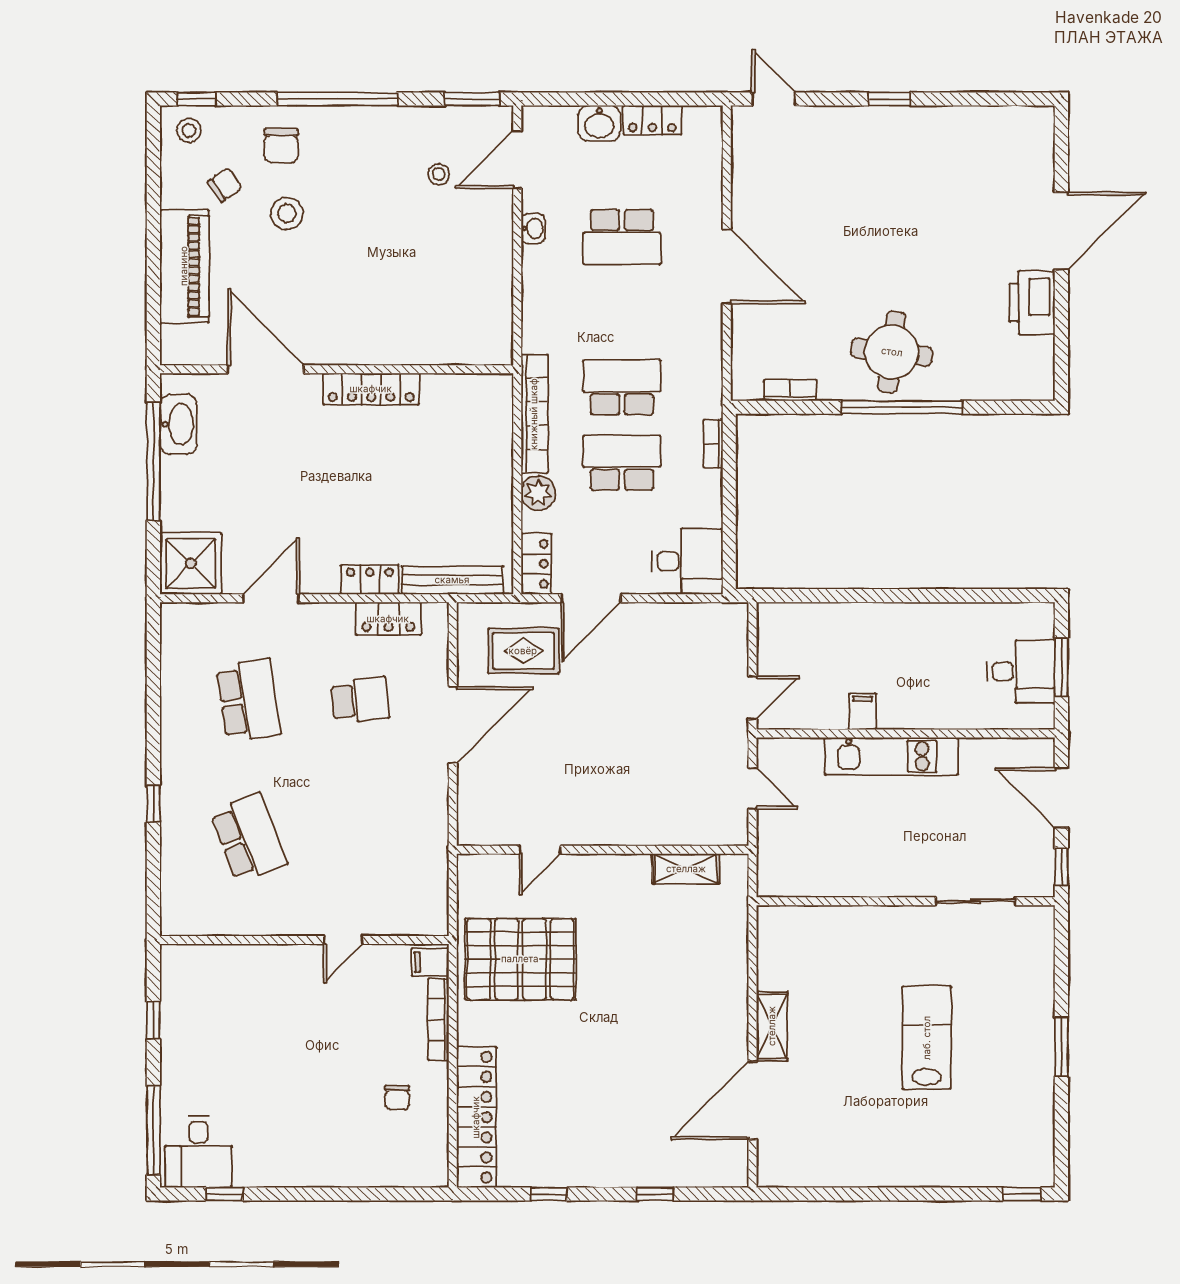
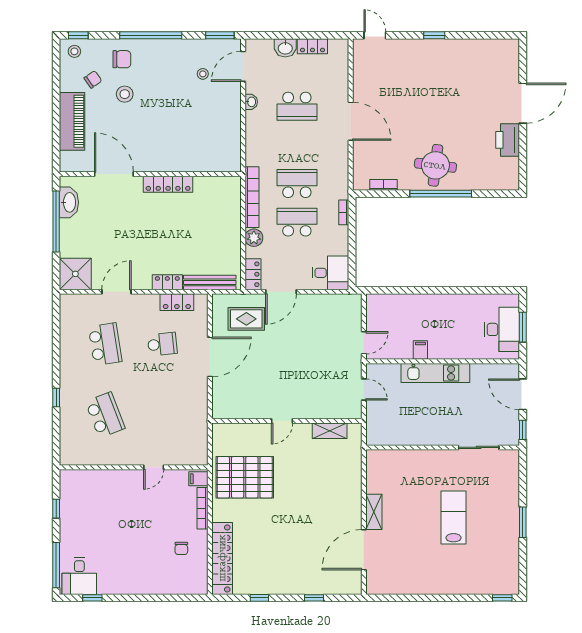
chair: (281, 146) -> (122, 59), turned -90
desk: (1021, 672) -> (502, 329), width x1.37
door: (540, 850) -> (282, 421), moved

